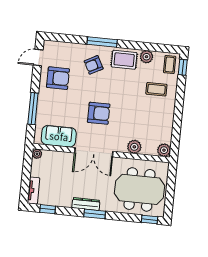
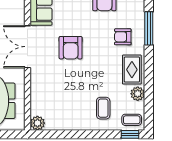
window: (102, 42) -> (149, 28), moved
armchair: (94, 65) -> (123, 37), turned -62
plant: (134, 147) -> (38, 90), removed

